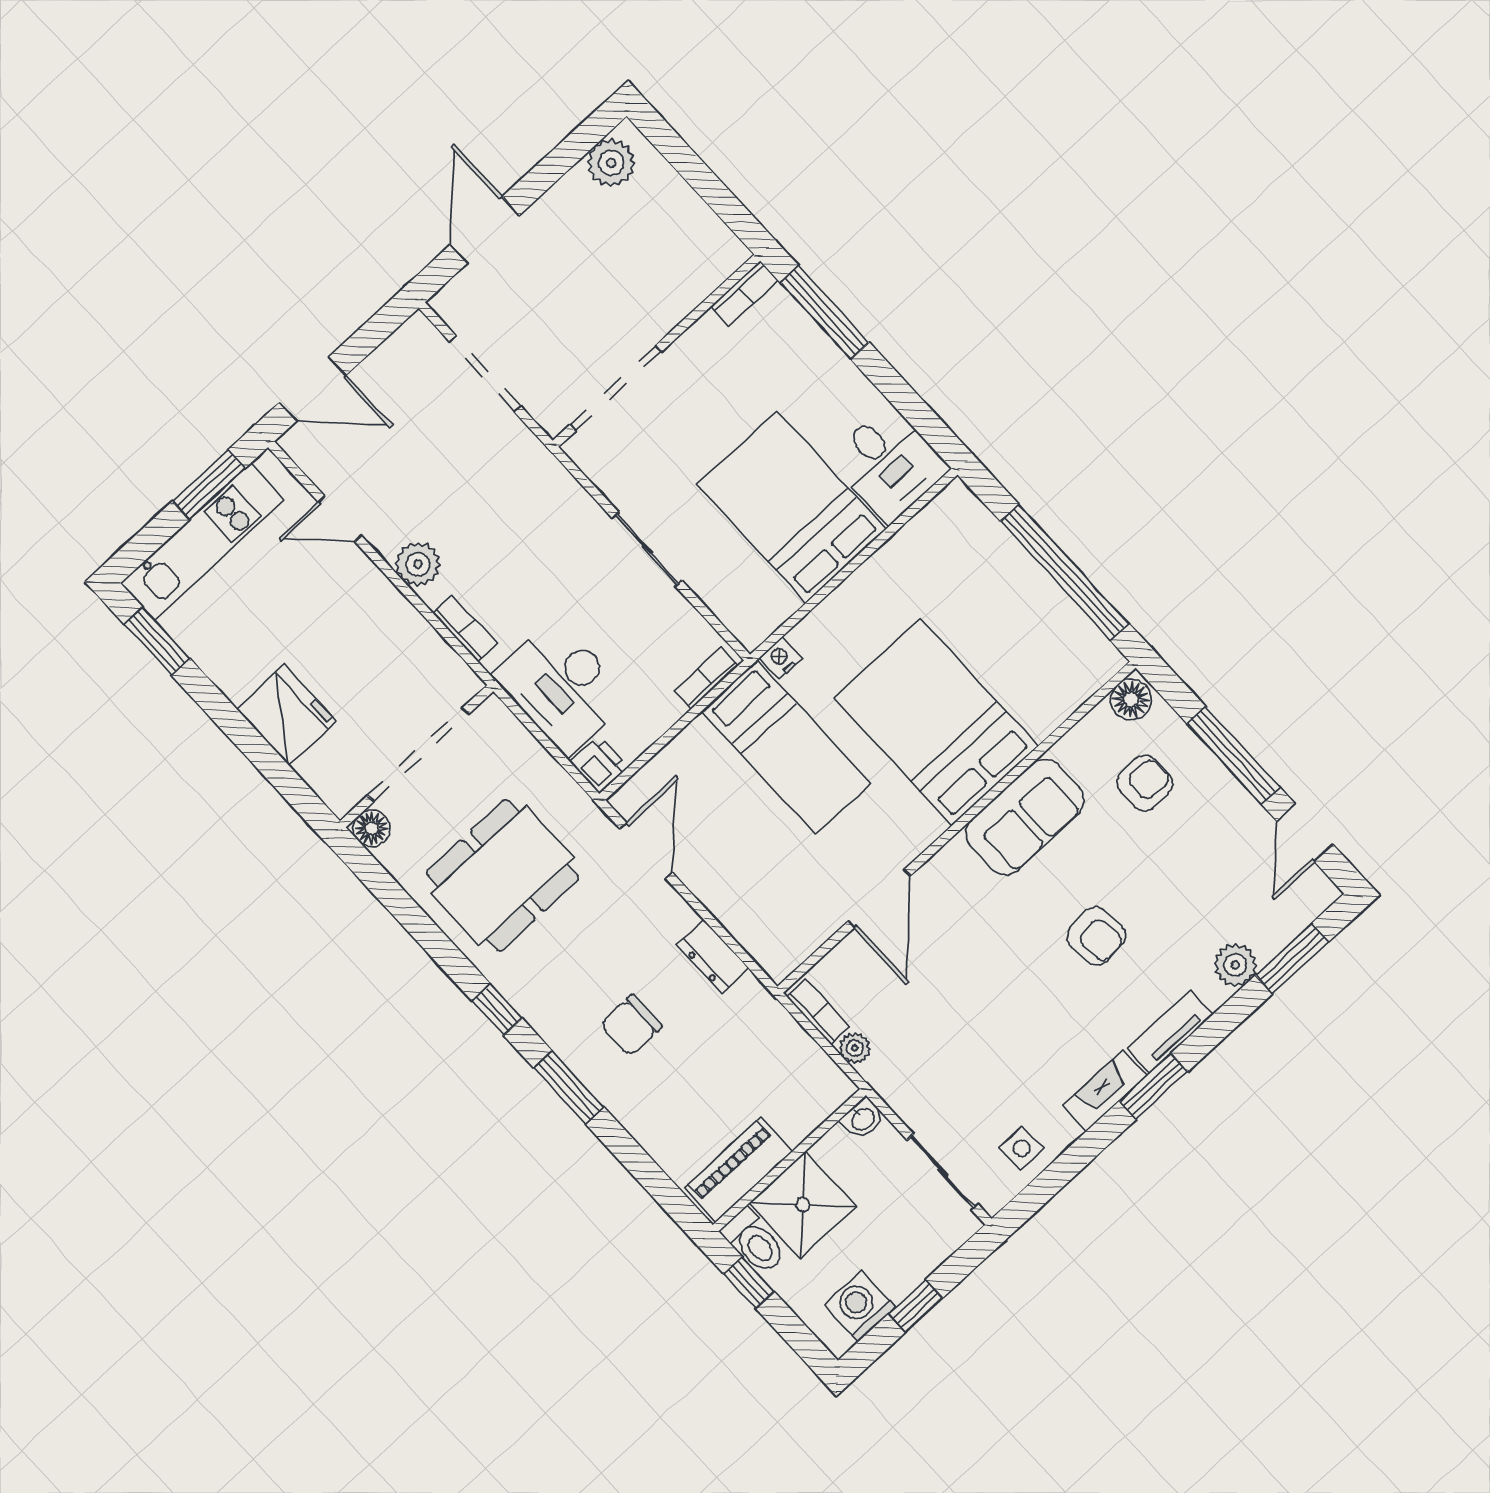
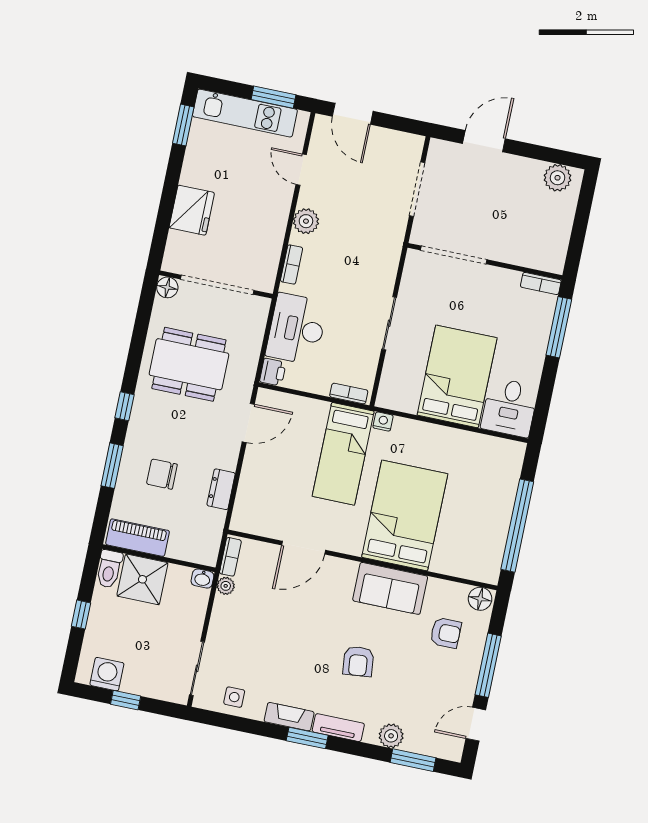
washbasin: (862, 1119) -> (202, 579), moved
wall: (789, 1160) -> (159, 558), moved
piano: (739, 1169) -> (138, 538), moved
shower: (803, 1205) -> (142, 579), moved
toilet: (754, 1242) -> (109, 569), moved

